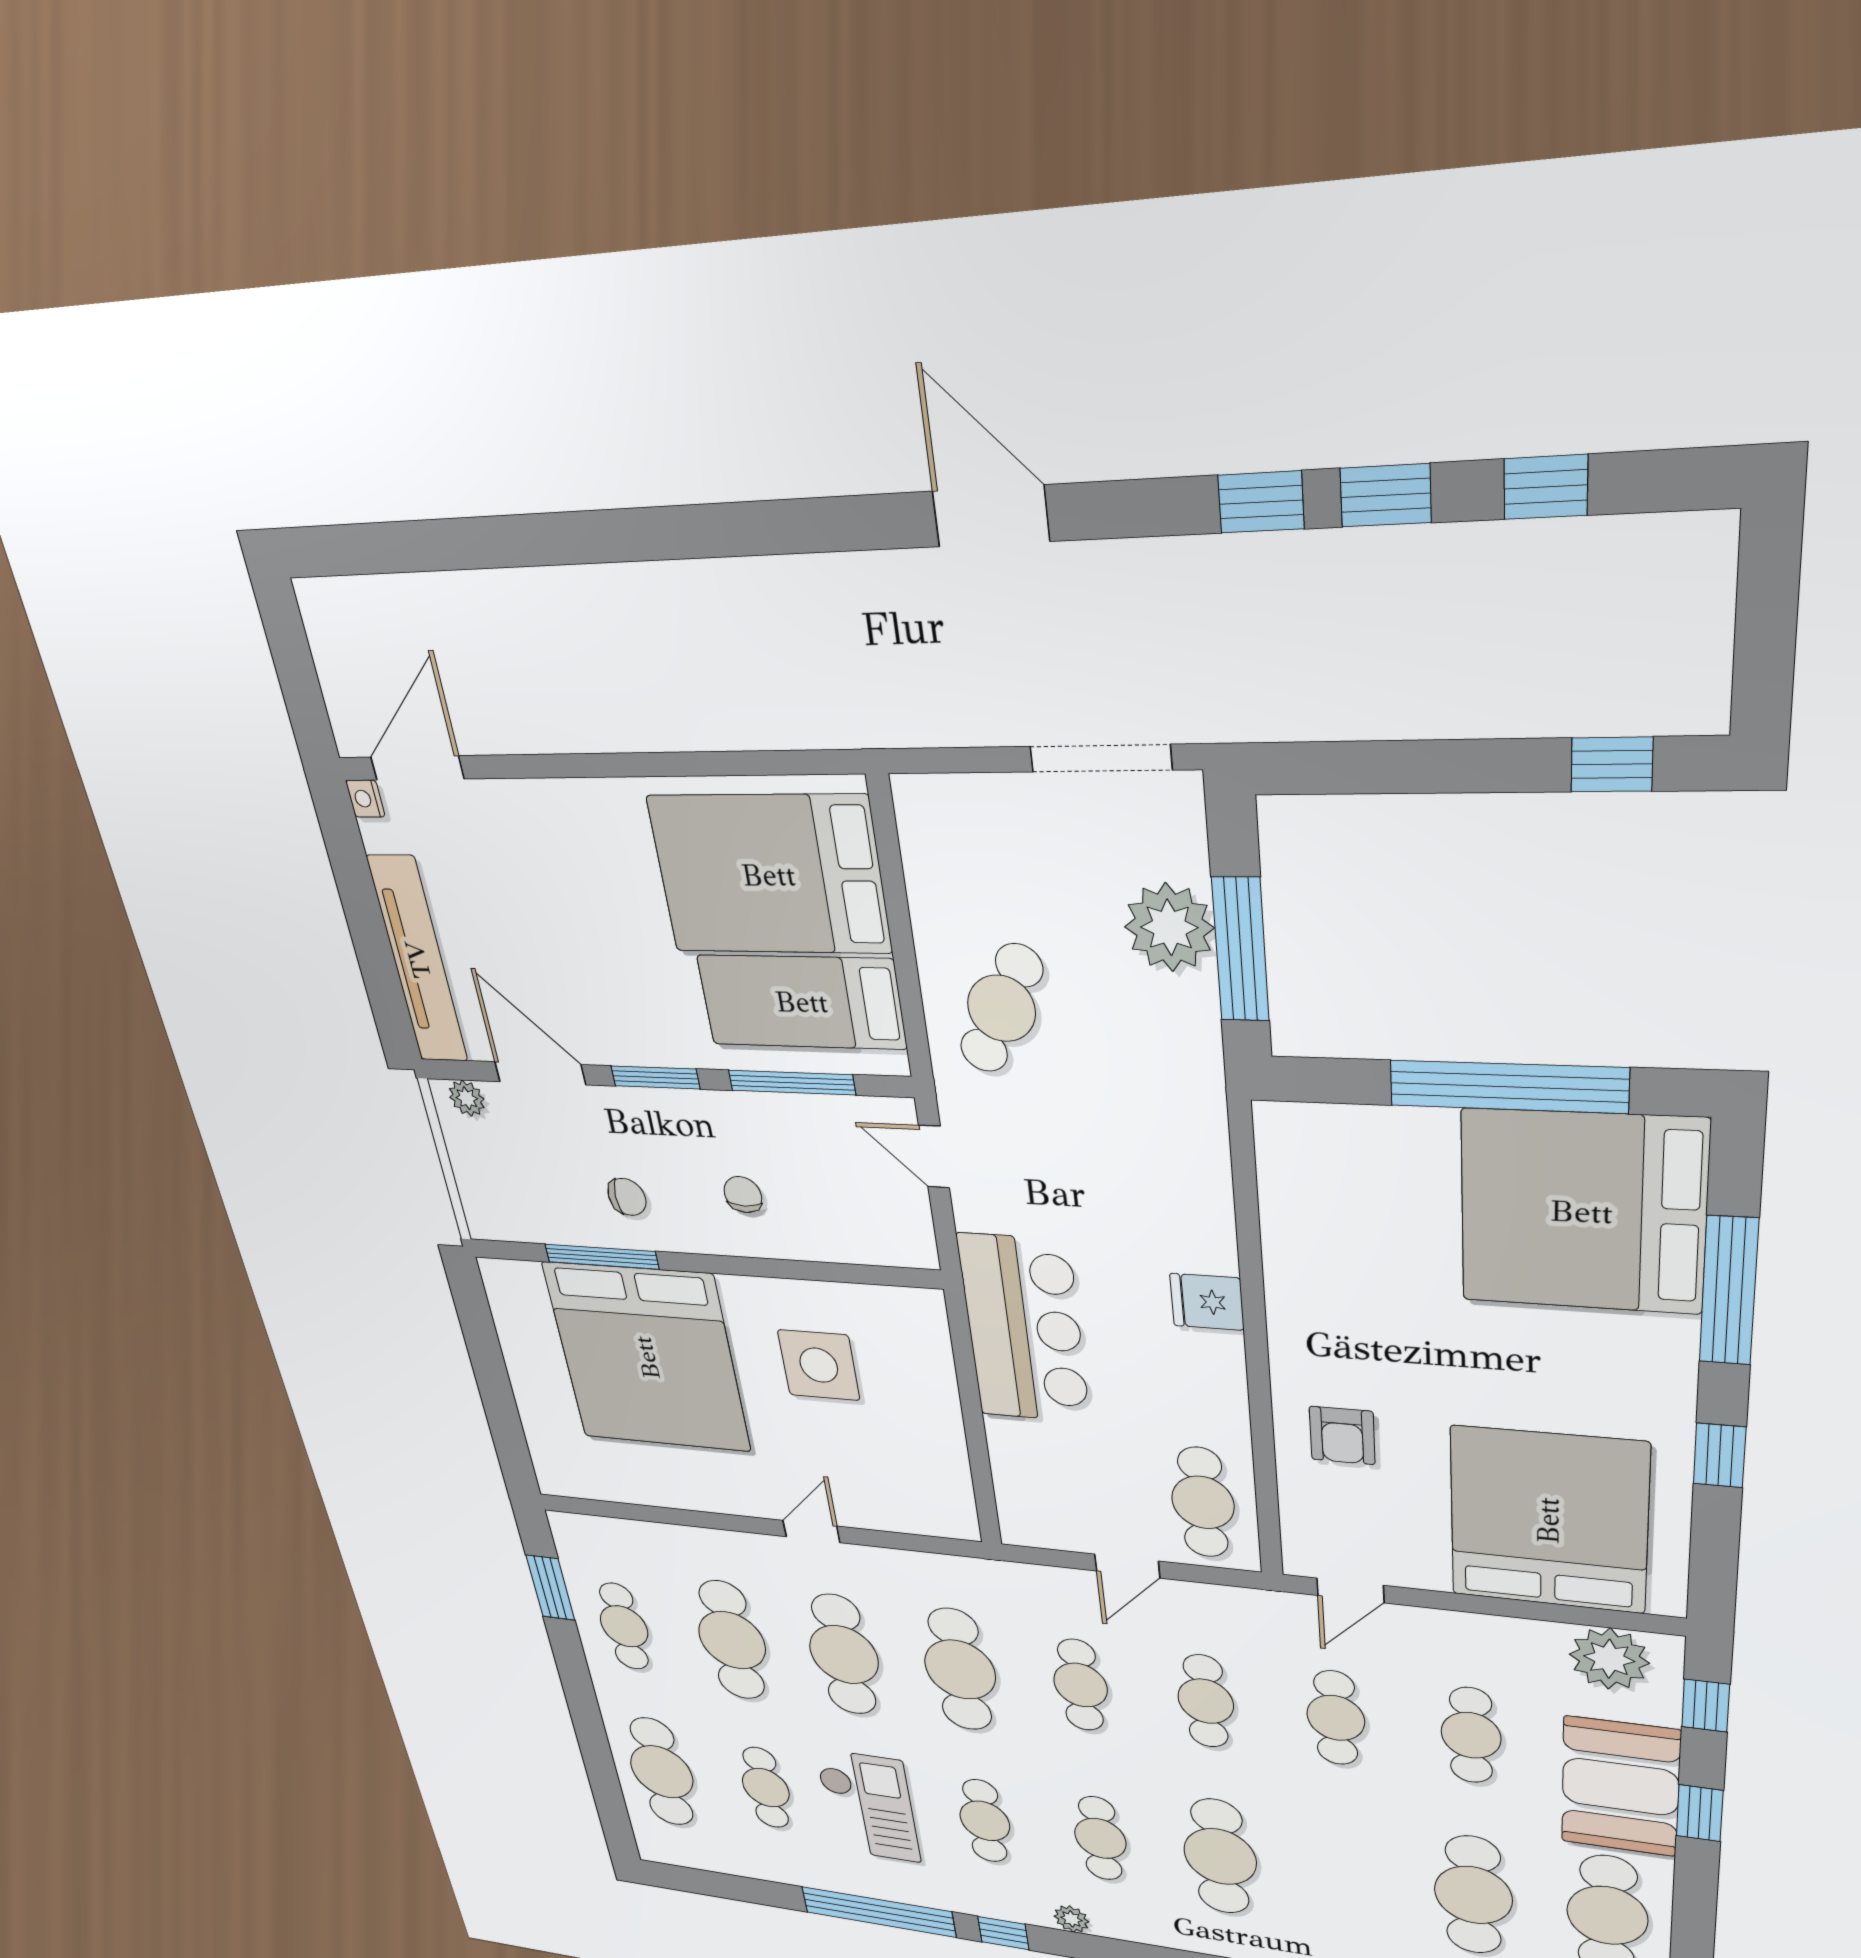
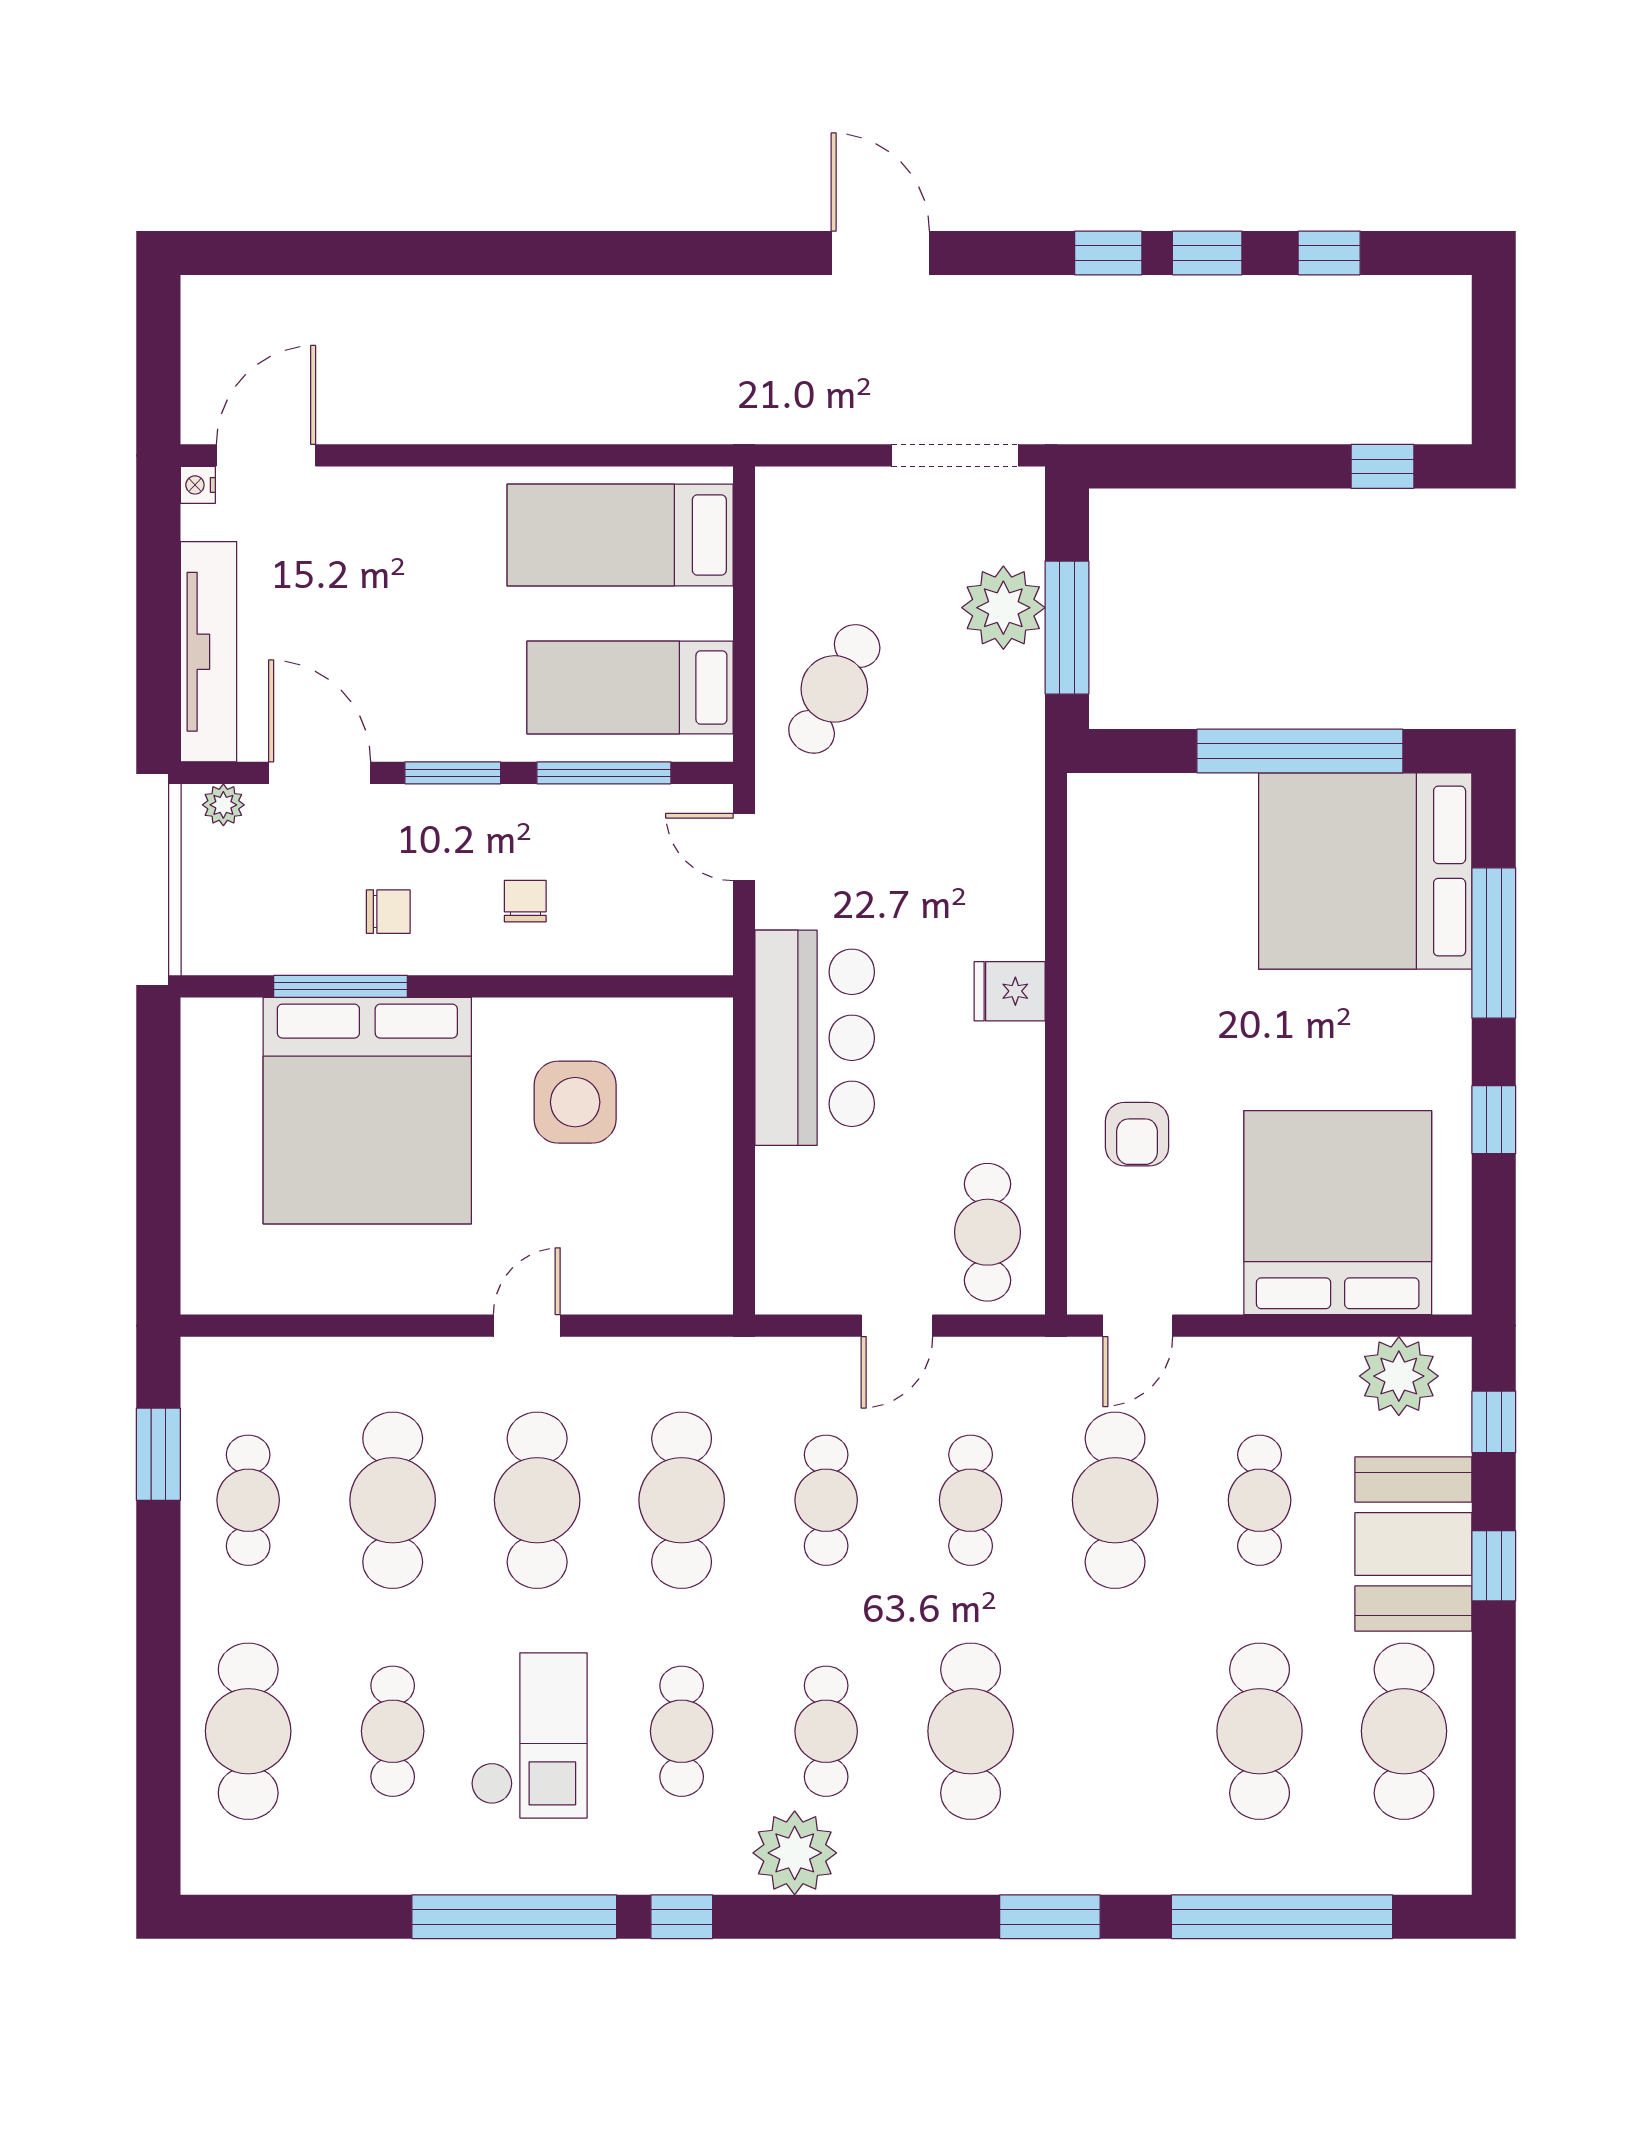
bed: (769, 875) -> (620, 535), width x0.67
cafe table: (1336, 1718) -> (1115, 1500), width x1.37, depth x1.35
plant: (1071, 1919) -> (795, 1853), width x1.88, depth x1.88

